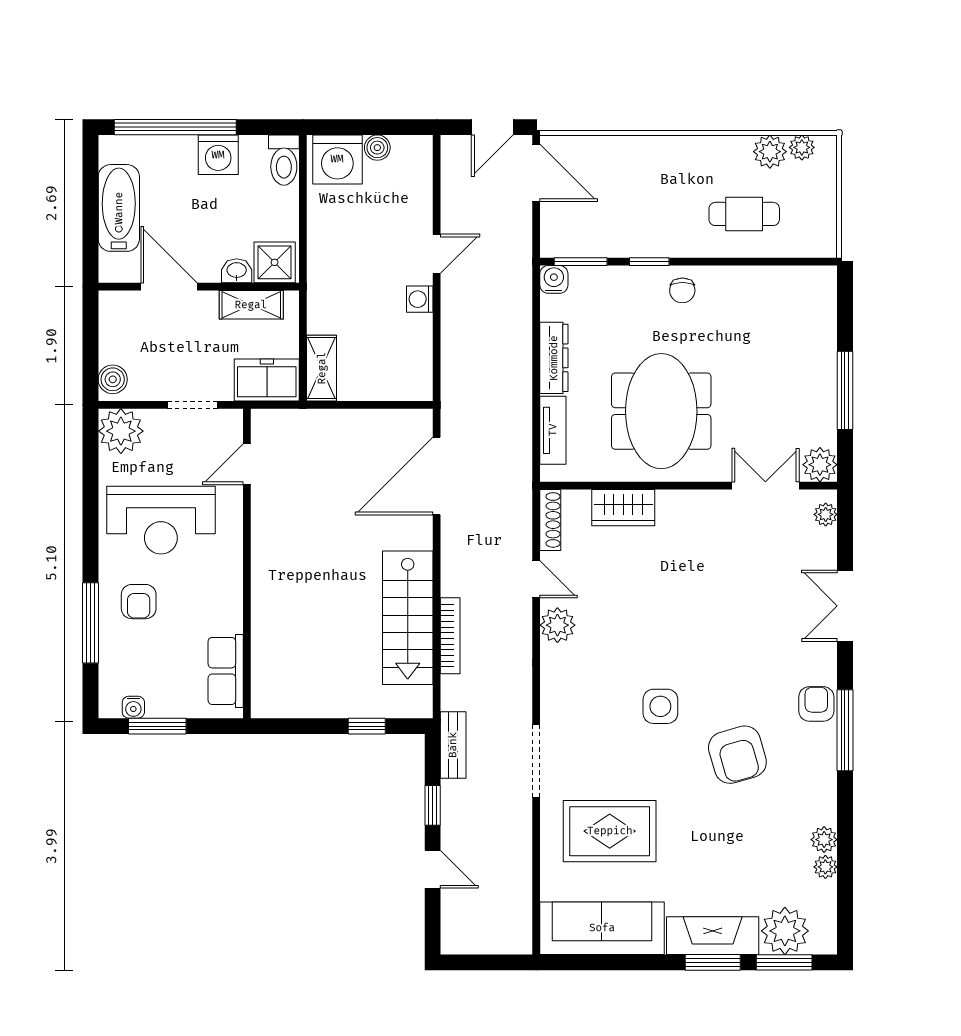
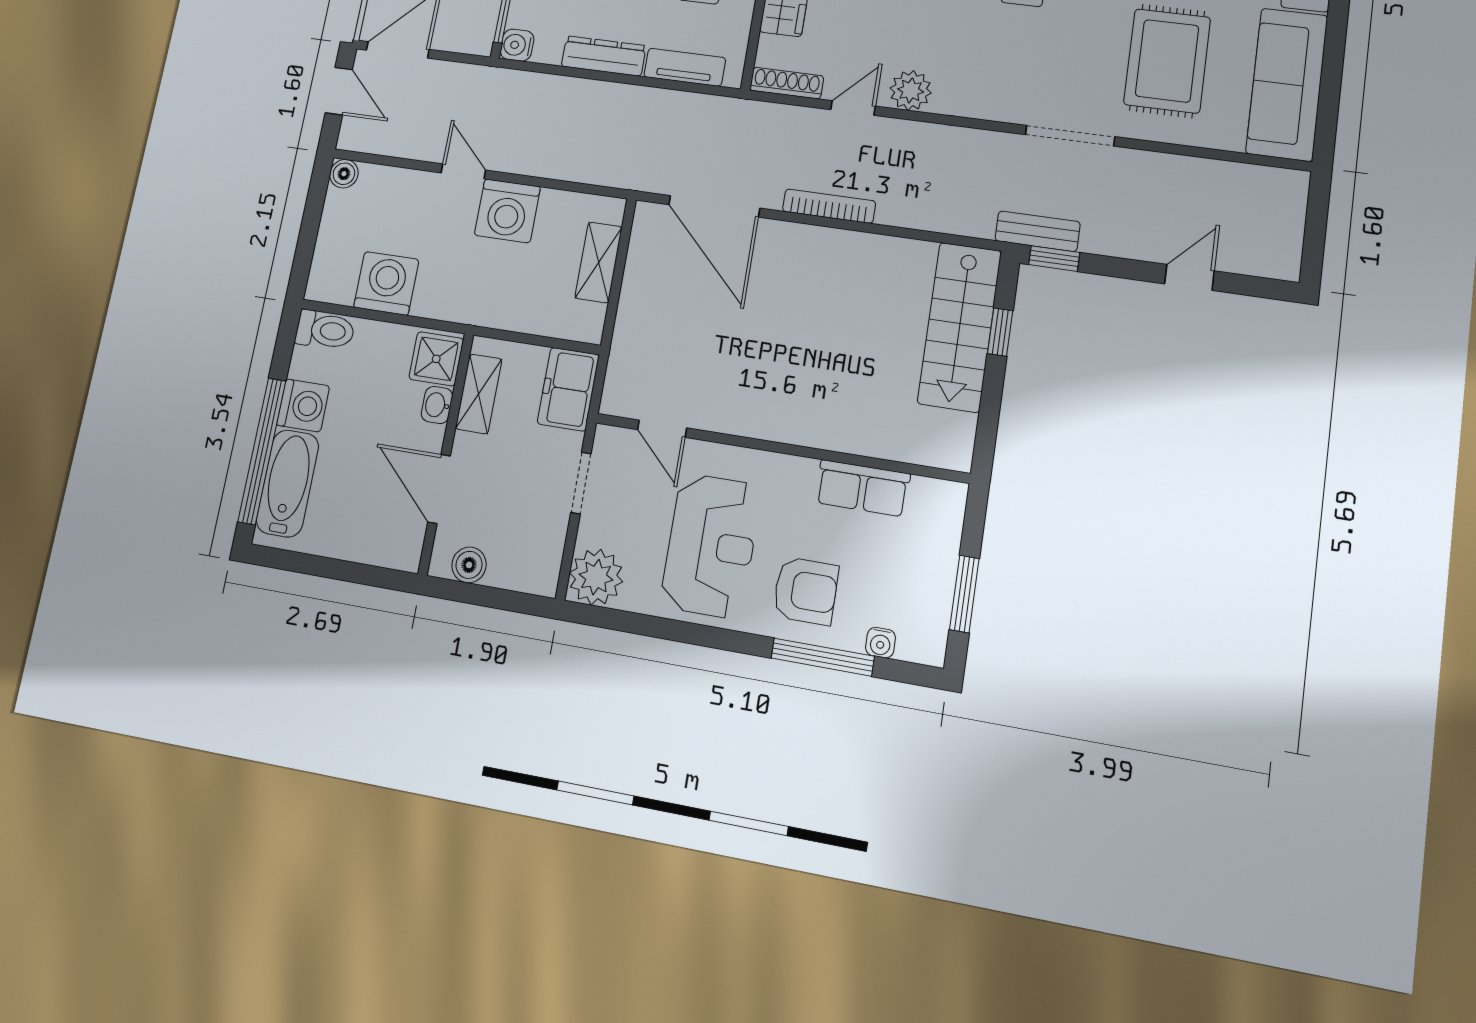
boiler: (377, 148) -> (344, 174), moved
washing machine: (337, 159) -> (386, 283), moved, turned -90
bathtub: (119, 208) -> (288, 483), moved, turned 90
door: (169, 287) -> (439, 489), hinge flipped
washing machine: (420, 299) -> (507, 211), width x1.89, depth x1.89
shelving: (322, 368) -> (599, 262), moved, turned 90
boiler: (113, 379) -> (469, 565), moved
armchair: (139, 602) -> (806, 591), width x1.38, depth x1.38
stairs: (408, 618) -> (959, 327), moved, turned 90
bookcase: (450, 636) -> (829, 206), moved
row of seats: (226, 671) -> (863, 488), moved
water cooler: (133, 707) -> (880, 643), moved, turned 90
window: (433, 805) -> (1054, 259), moved

